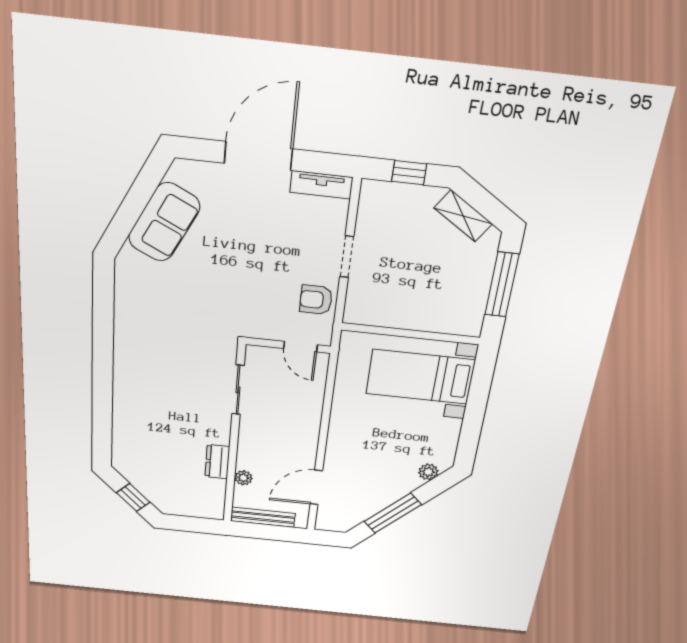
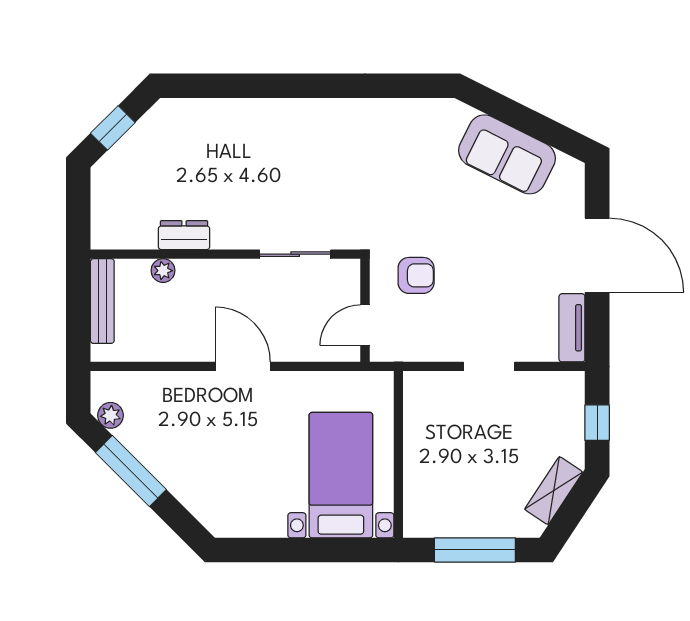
armchair: (316, 300) -> (416, 275), moved, turned 90
plant: (428, 472) -> (111, 415), moved
door: (316, 487) -> (243, 366), moved

